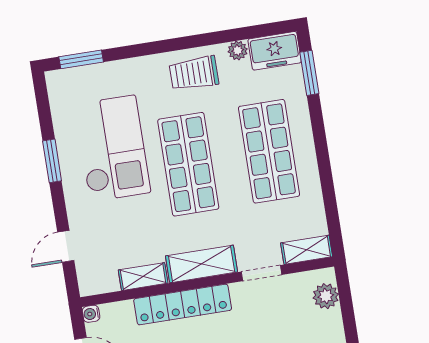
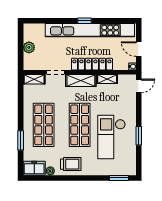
window: (309, 73) -> (21, 140), moved
door: (66, 246) -> (139, 86), moved
plant: (326, 296) -> (29, 47), moved

